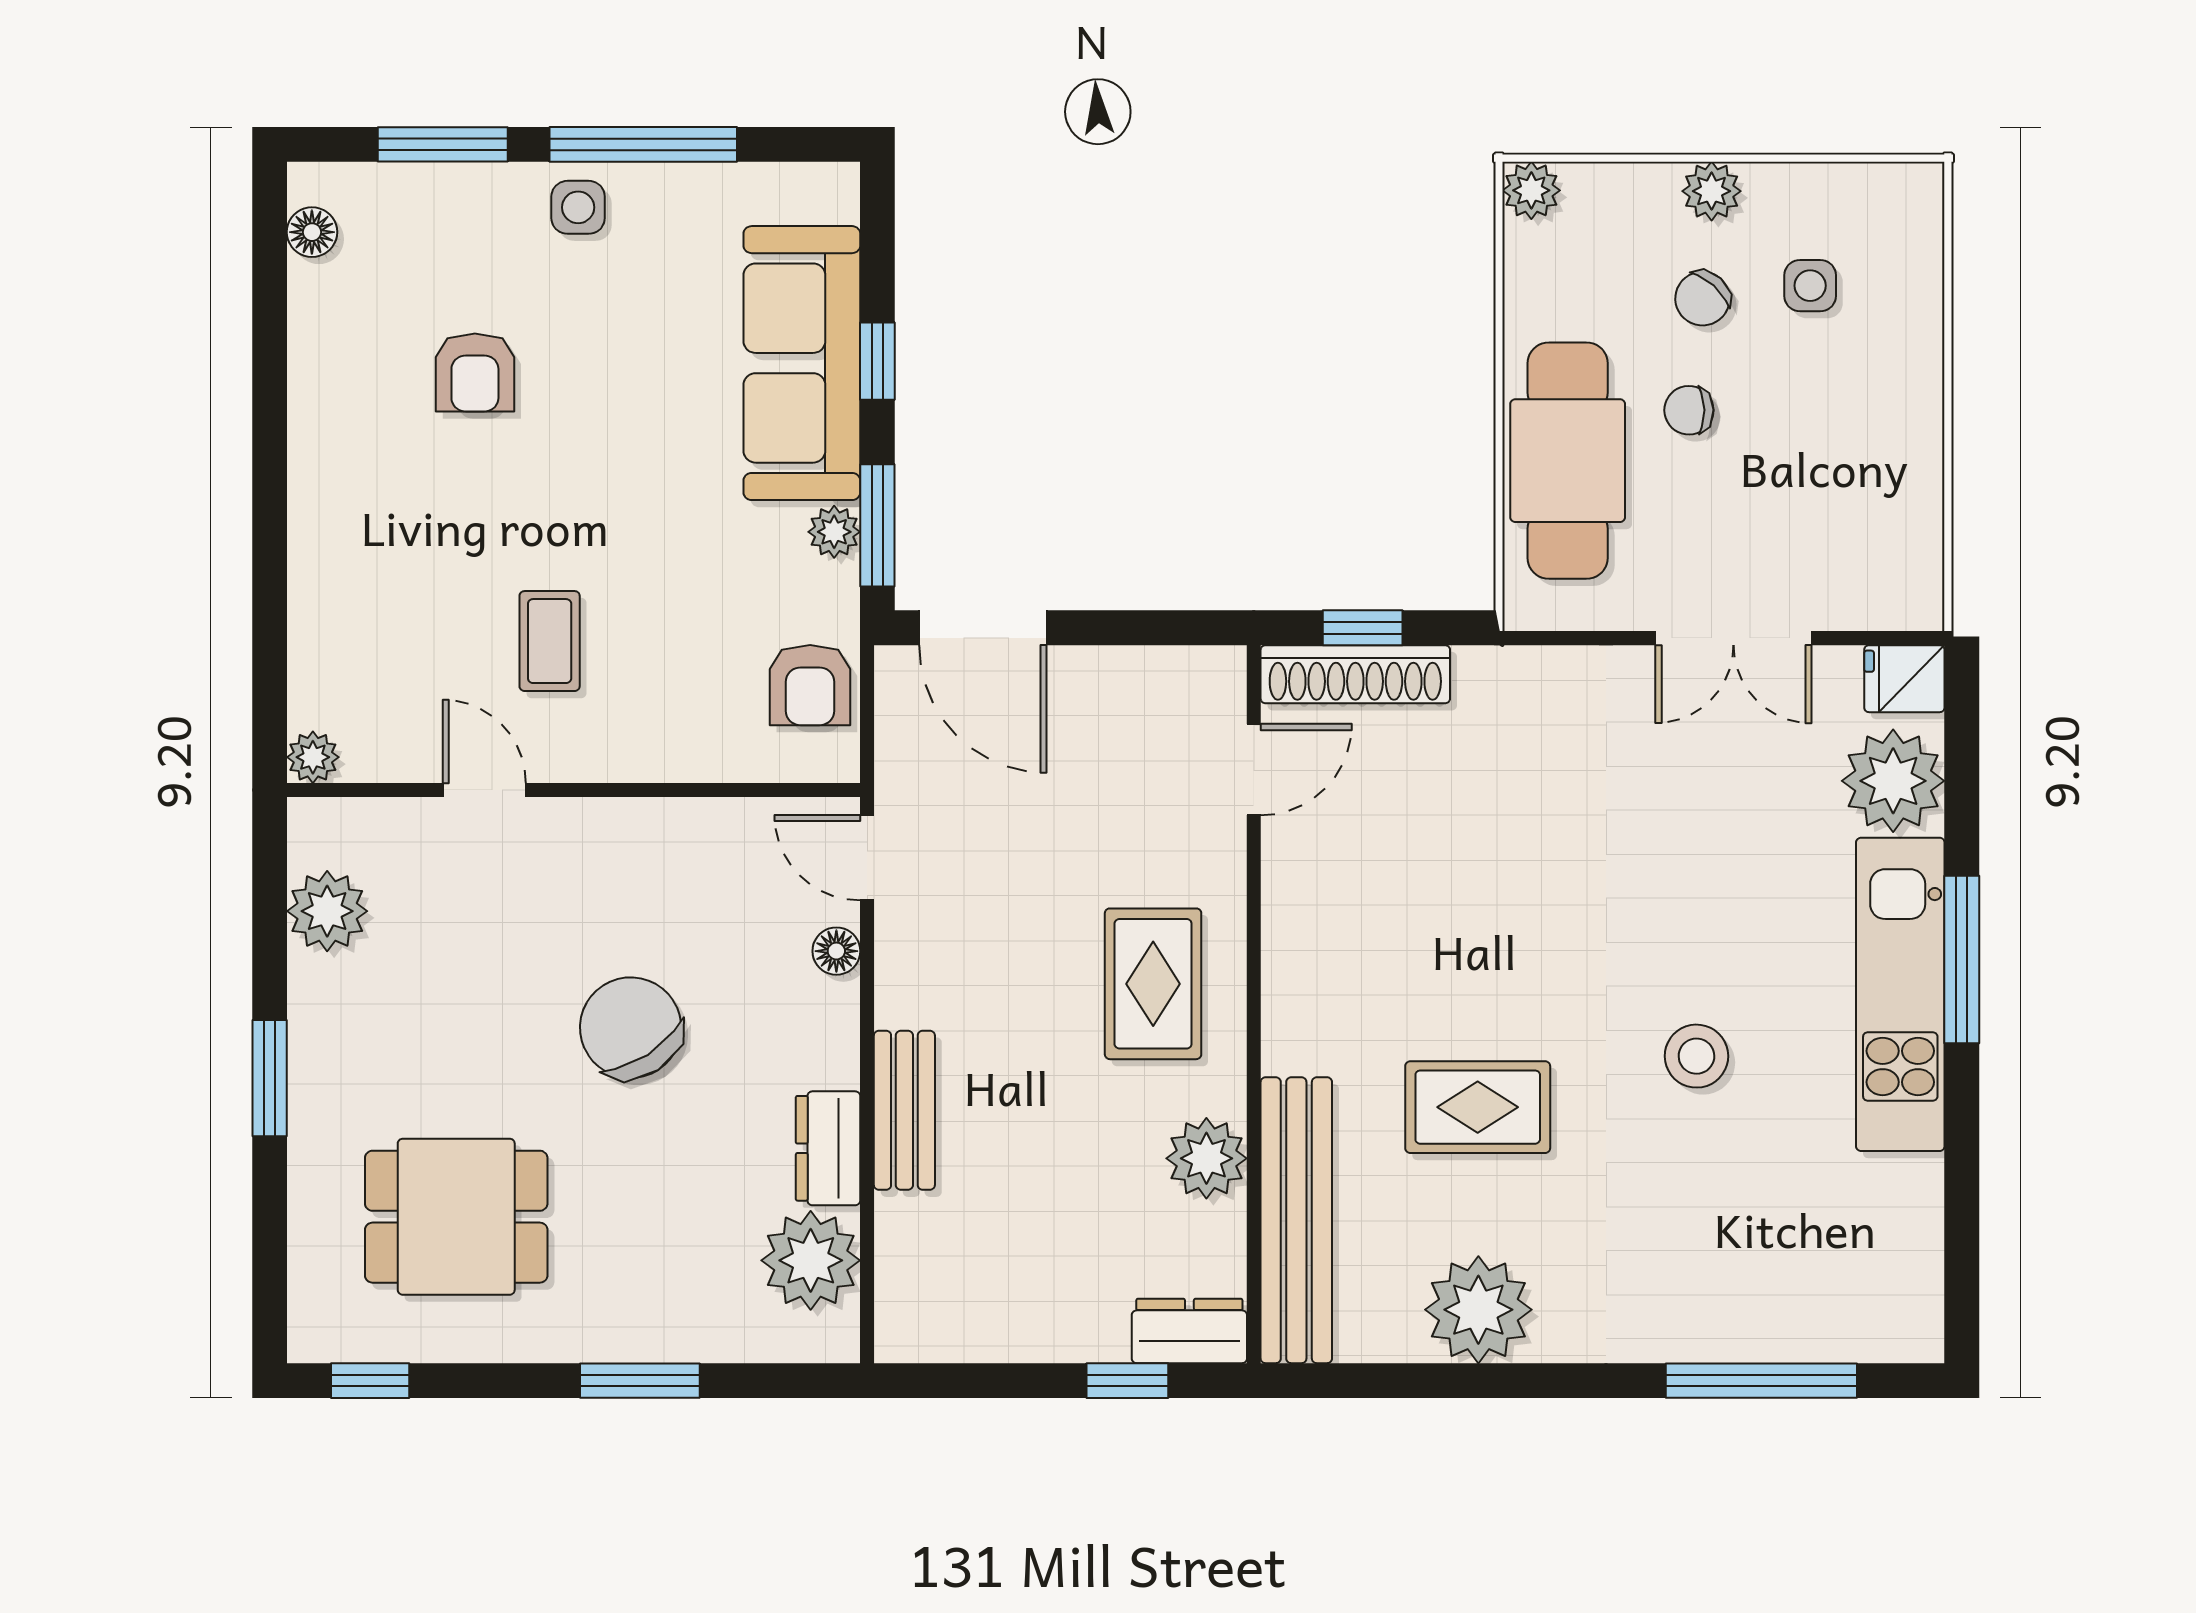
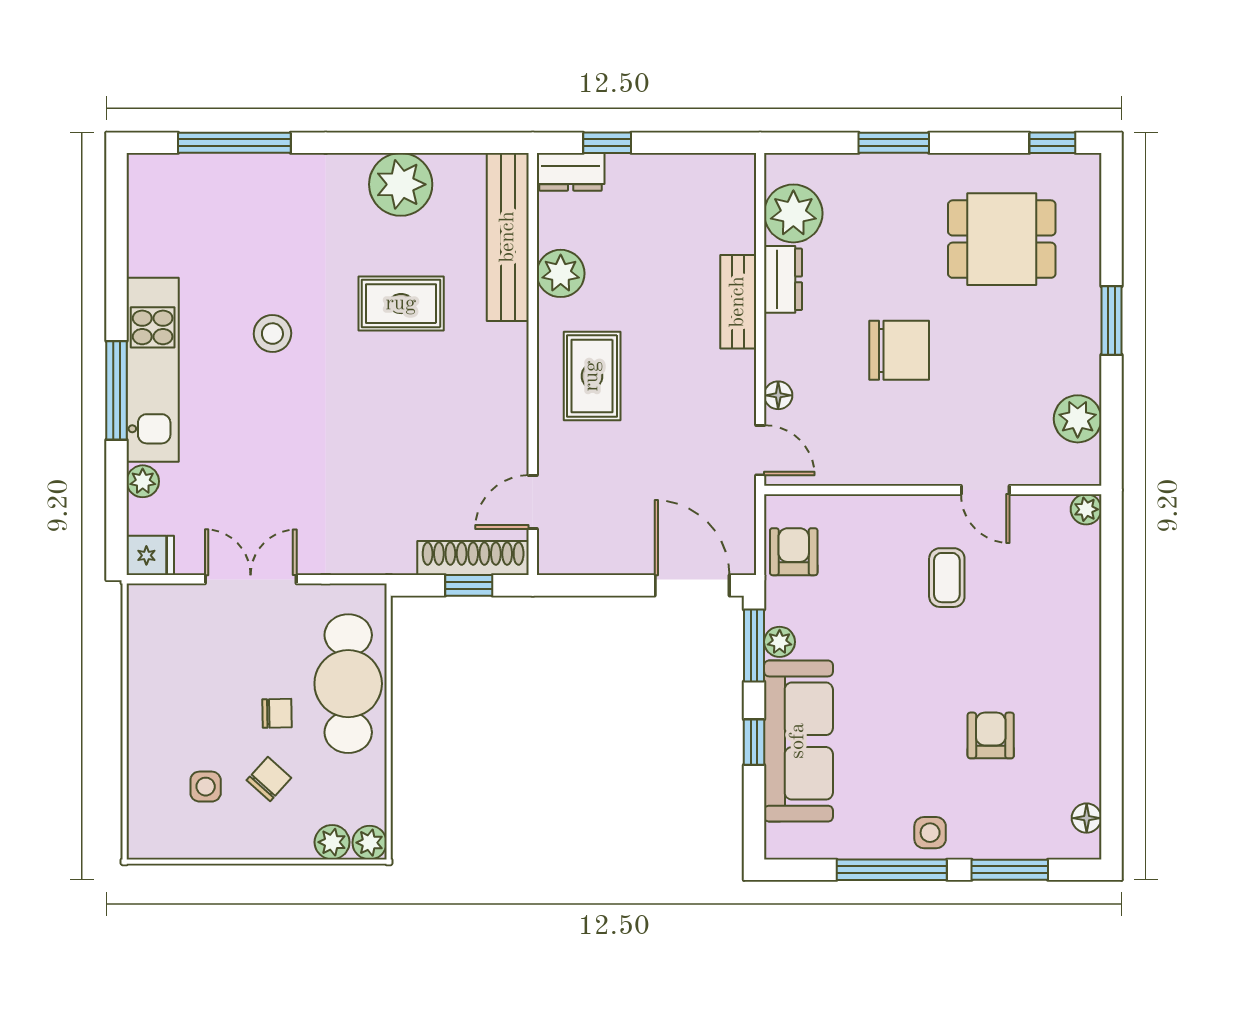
plant: (1712, 191) -> (332, 842), moved
plant: (1893, 781) -> (143, 481), width x0.53, depth x0.53
chair: (631, 1028) -> (899, 350), turned -57

